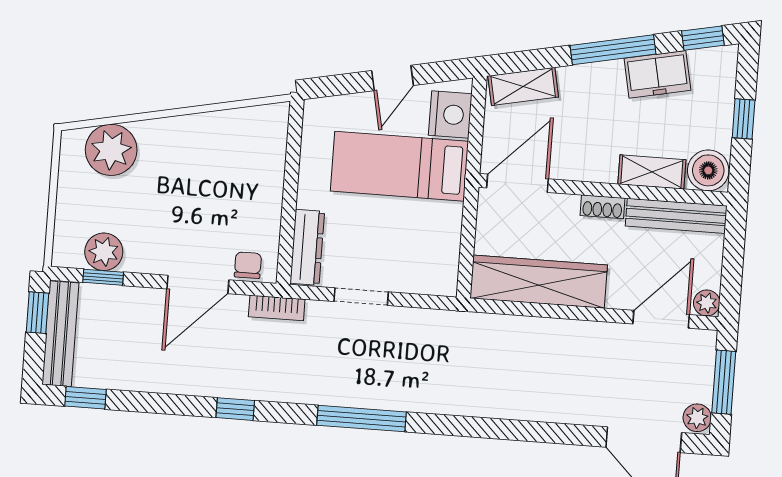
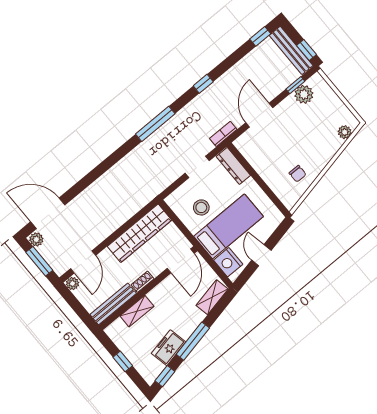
plant: (111, 150) -> (345, 132), width x0.53, depth x0.53
boiler: (708, 170) -> (118, 331), removed
stool: (412, 232) -> (201, 207), added
chair: (248, 265) -> (298, 174), moved

